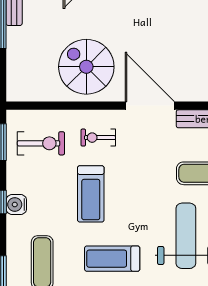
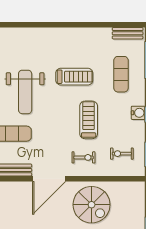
door: (150, 106) -> (49, 179), hinge flipped
exercise bike: (41, 143) -> (122, 154), width x0.73, depth x0.72

